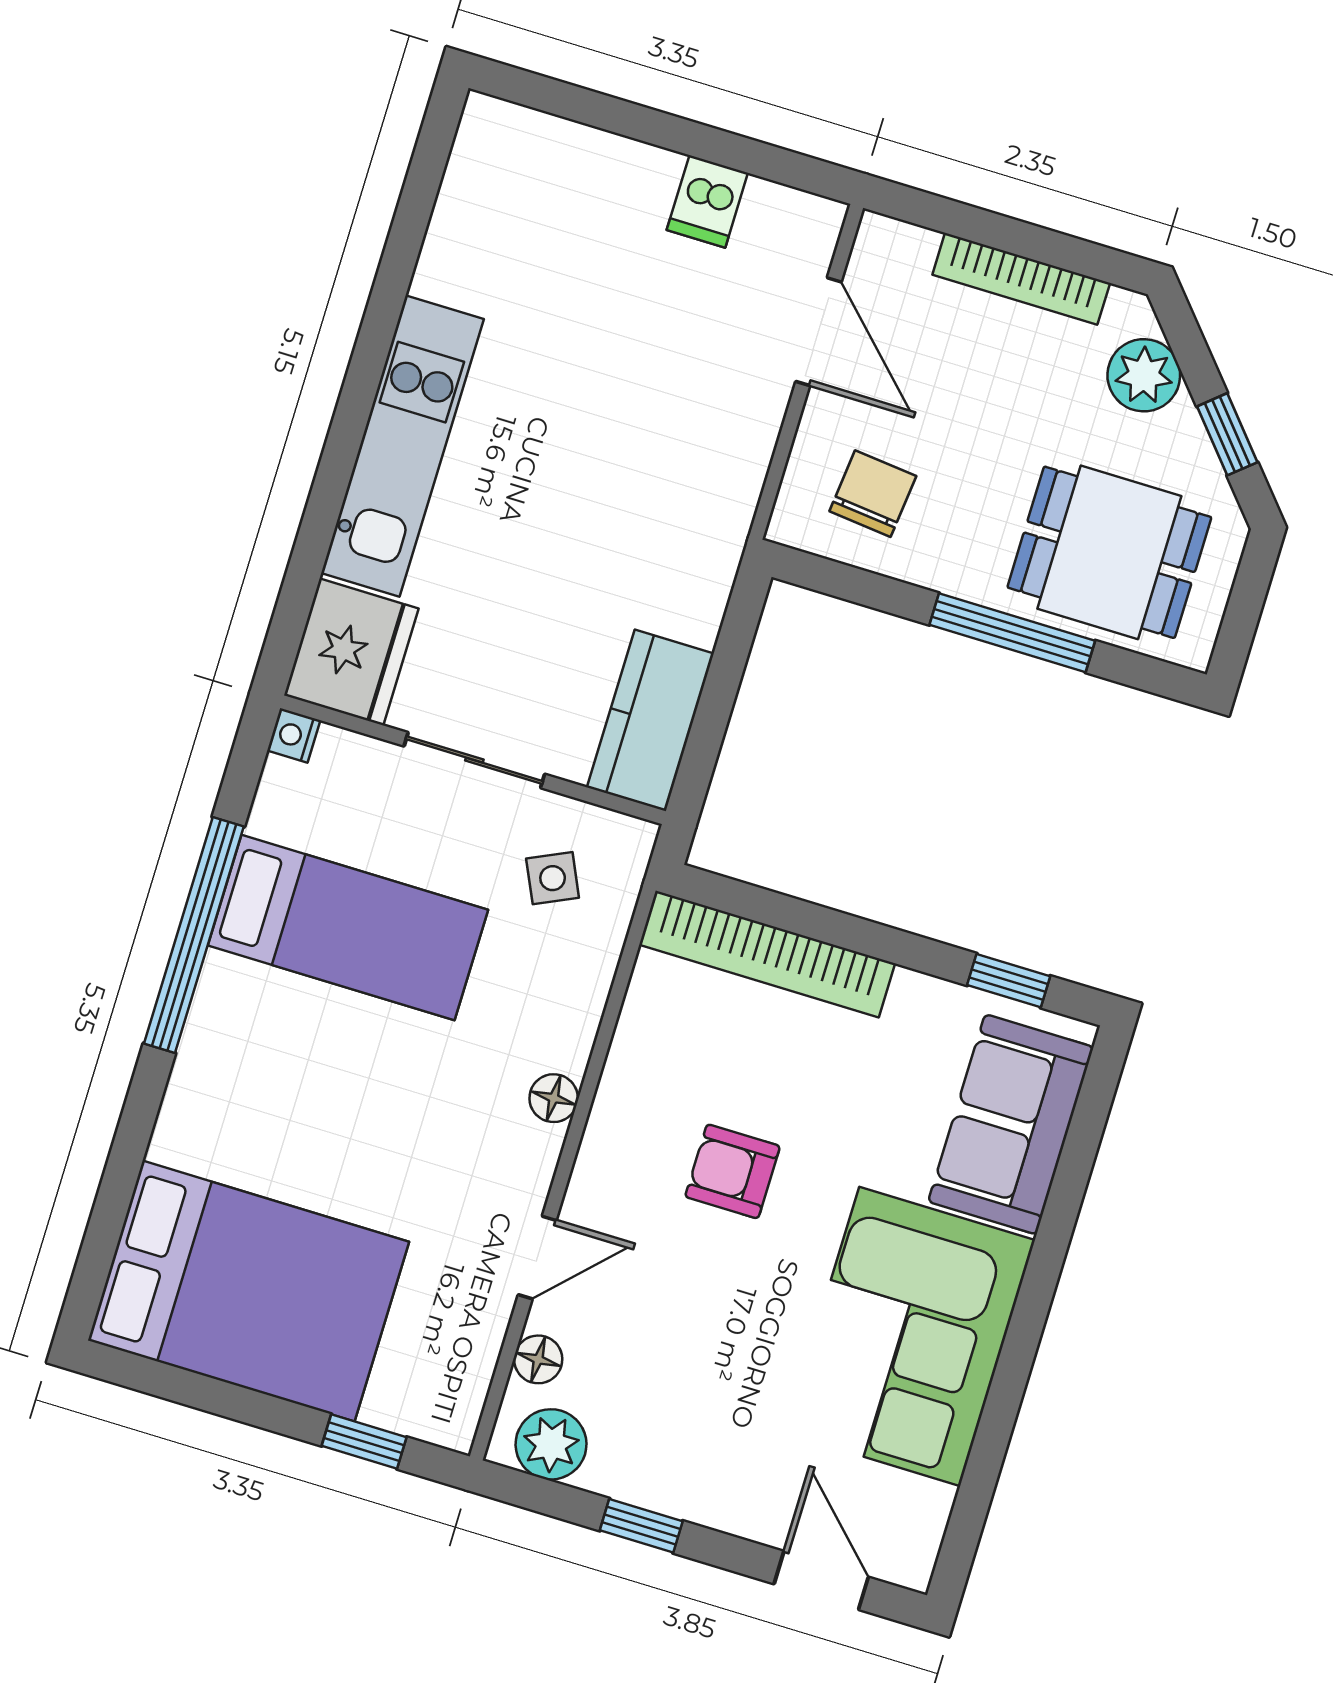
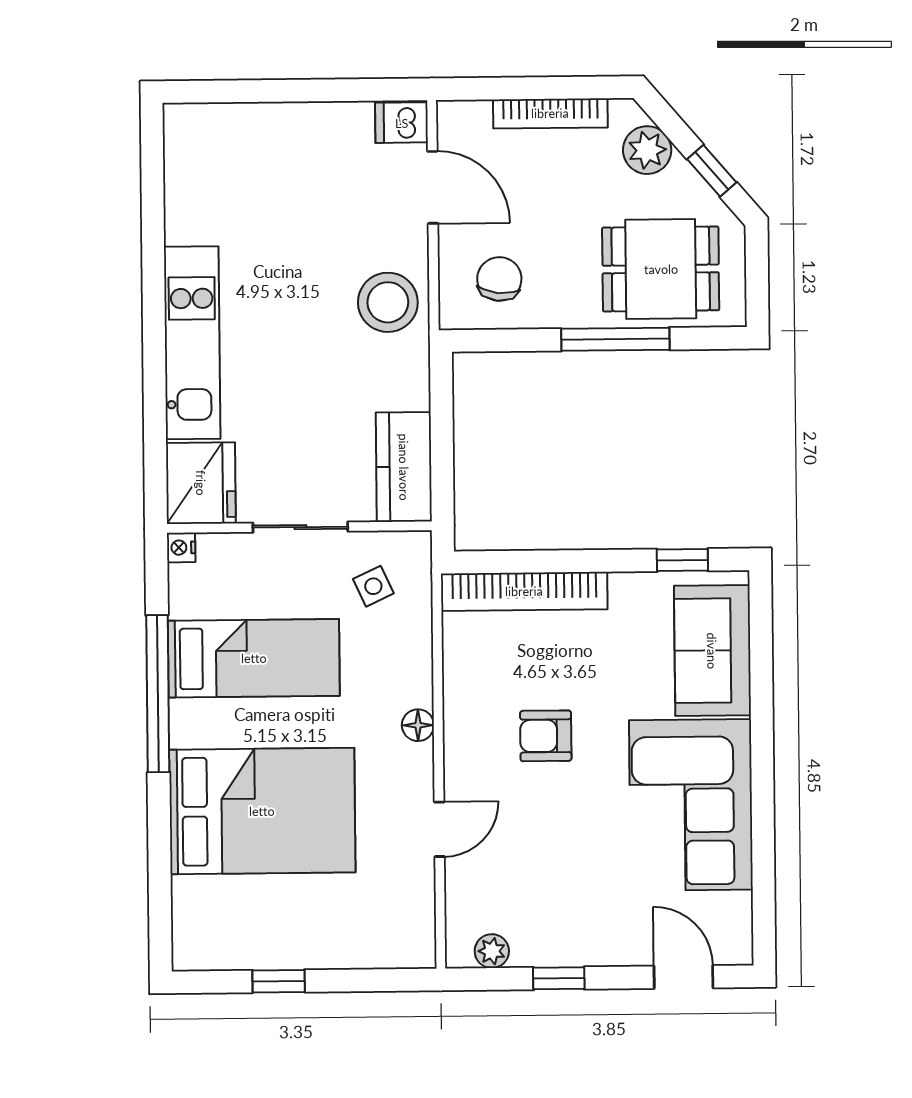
dishwasher: (707, 201) -> (402, 123), moved, turned 90
stool: (702, 477) -> (388, 302), added
bed: (249, 1291) -> (262, 811), moved
floor lamp: (538, 1359) -> (460, 894), removed
window: (364, 1442) -> (279, 981), moved
plant: (551, 1444) -> (492, 951), width x0.73, depth x0.73

